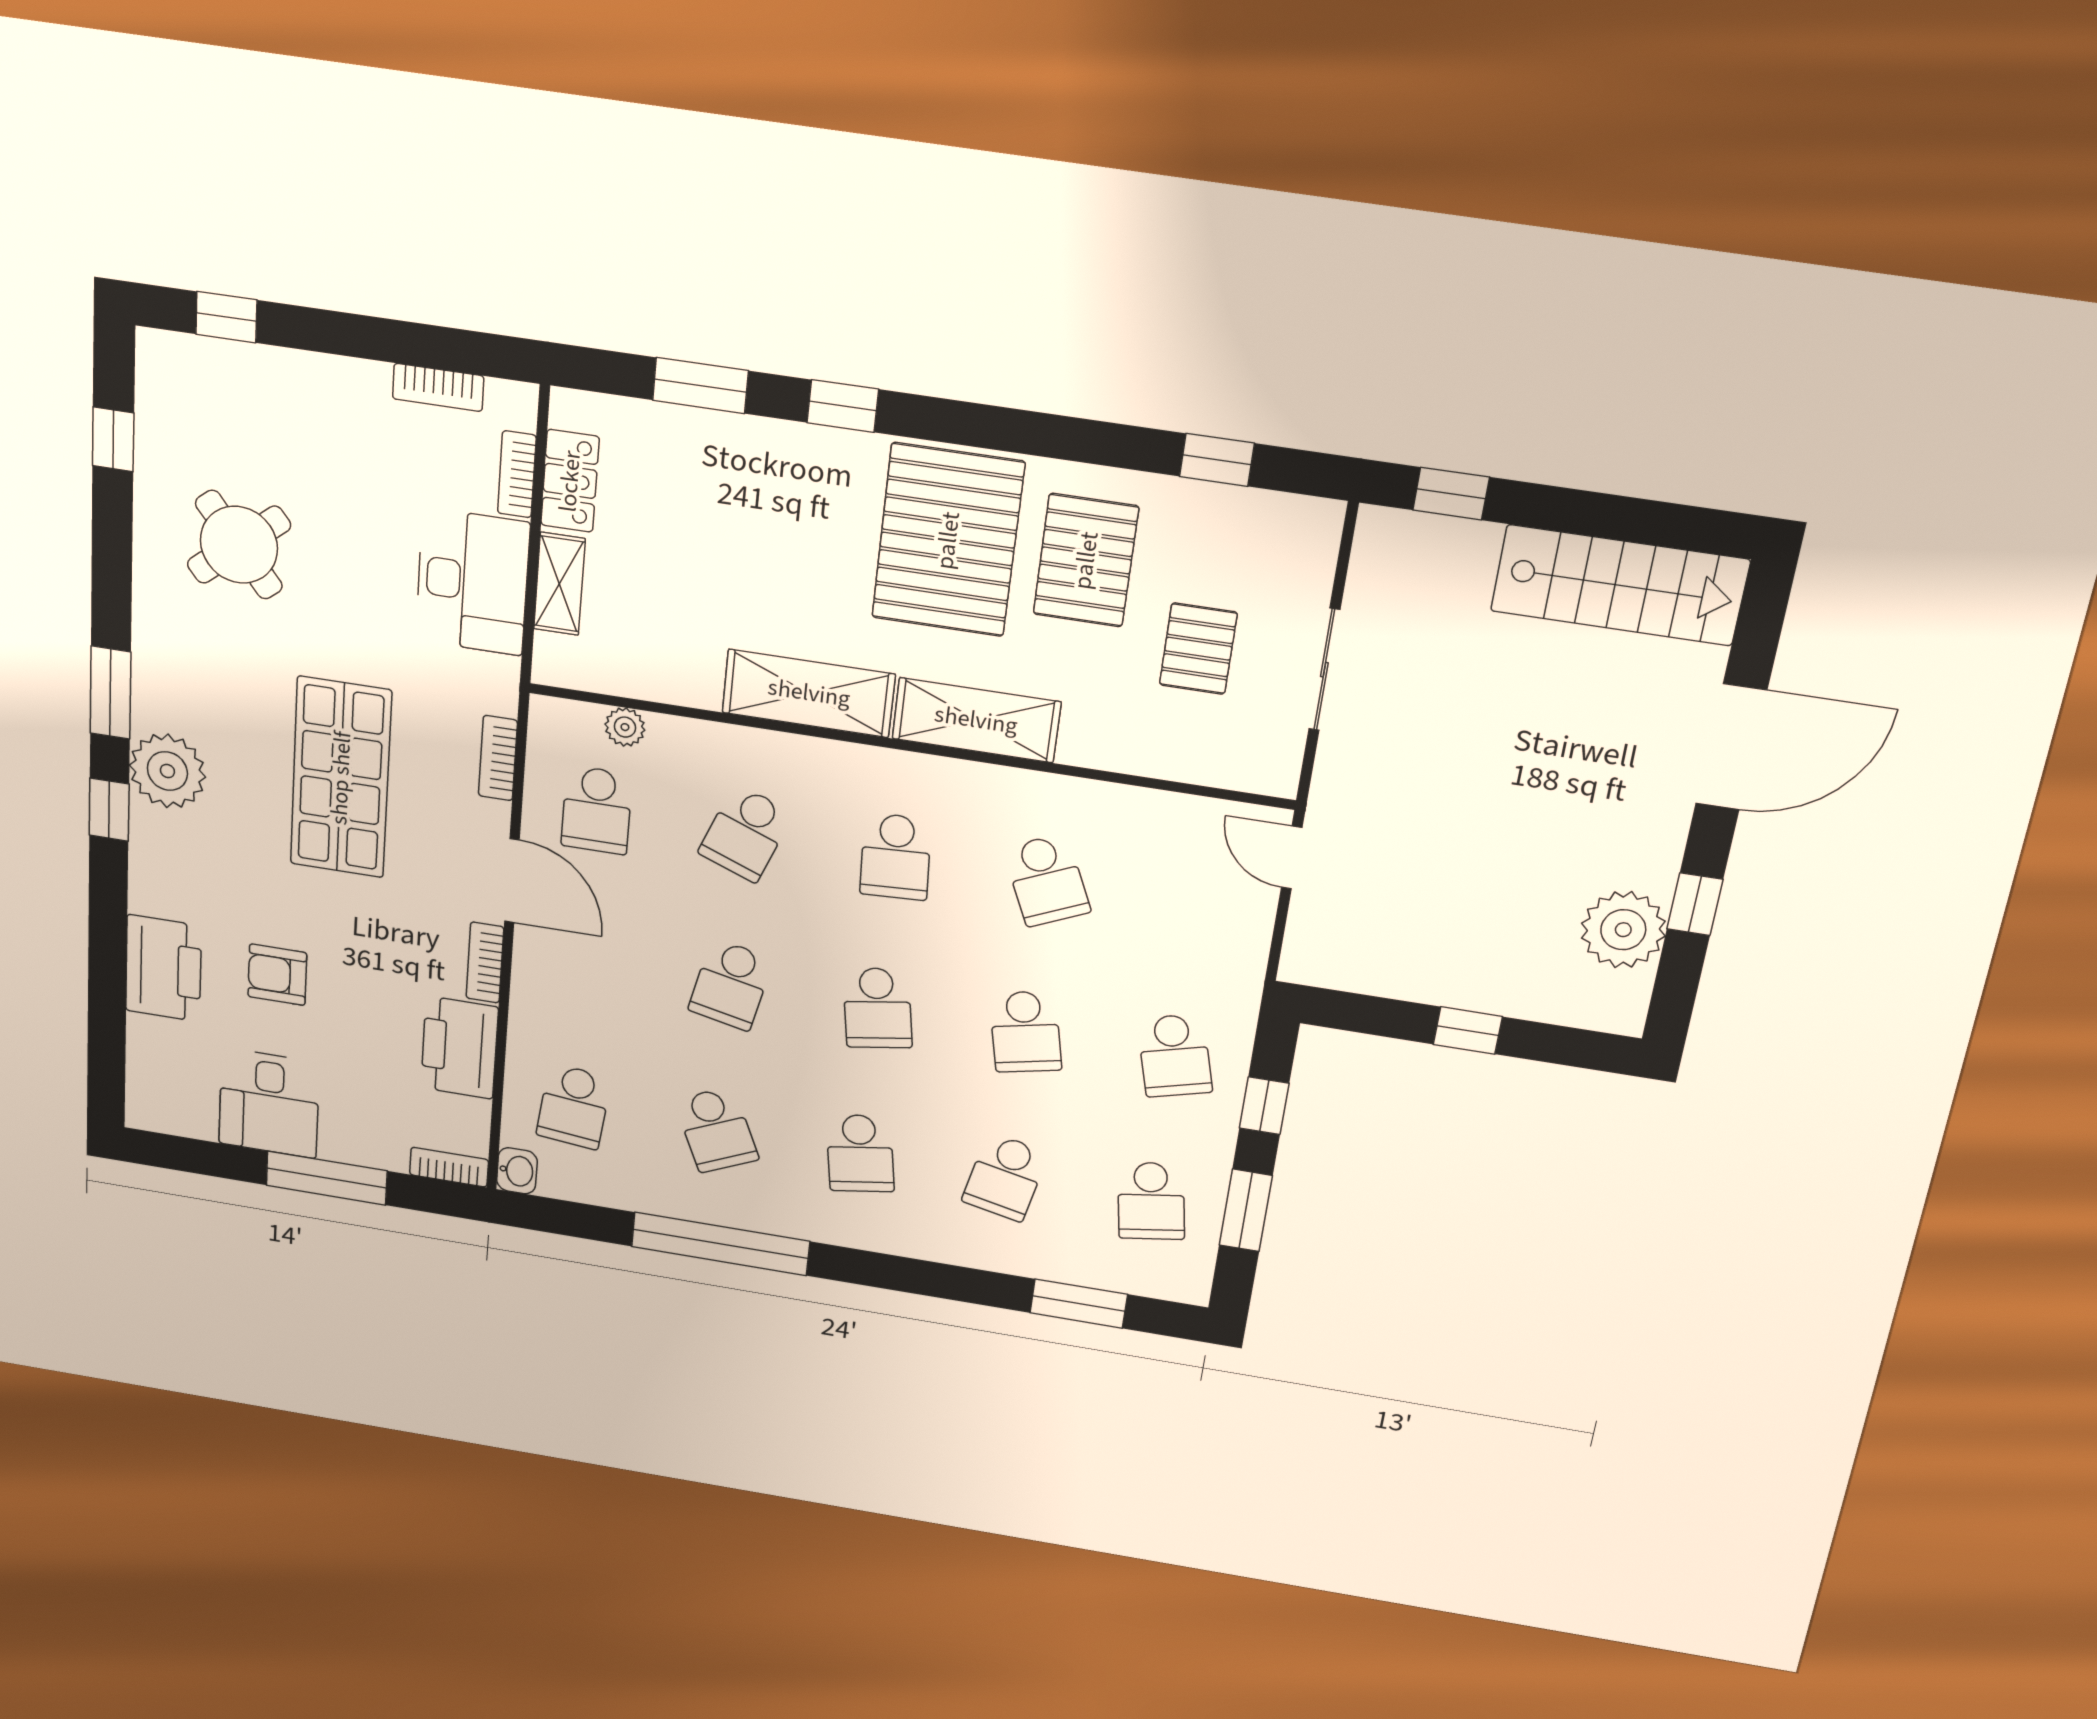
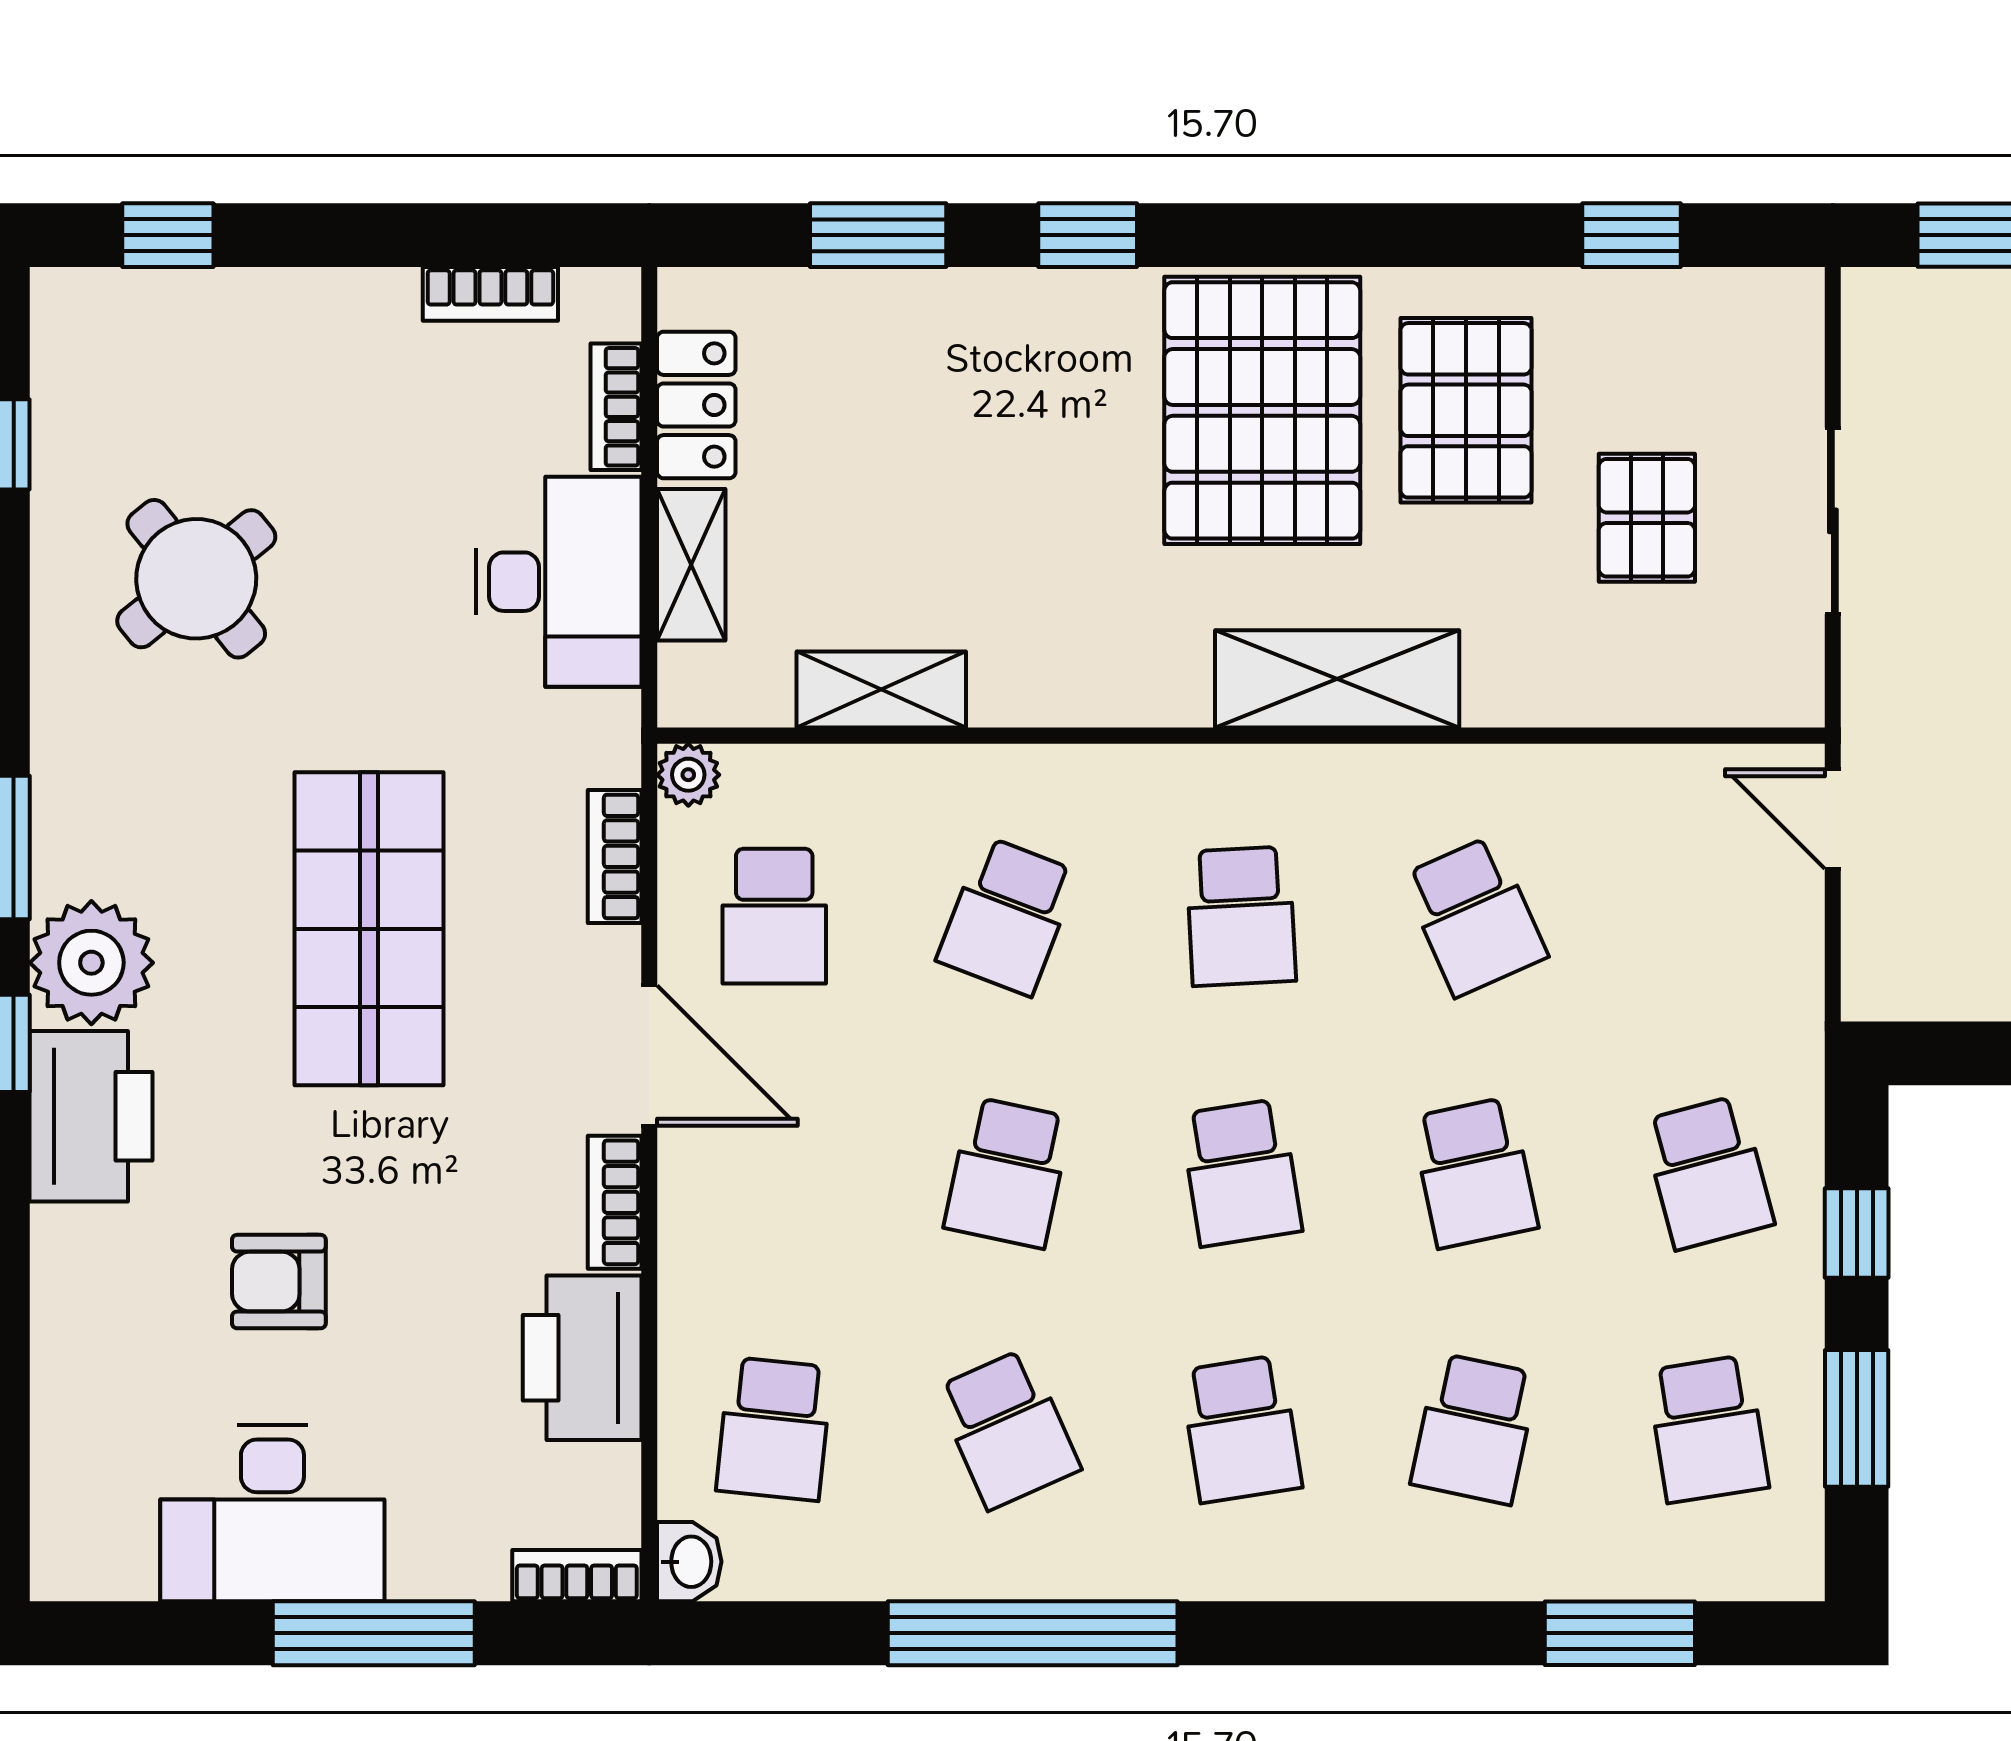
shelving: (809, 693) -> (881, 690), moved, width x0.67, depth x0.75
plant: (625, 727) -> (688, 775), moved
printer: (163, 968) -> (91, 1116), moved
desk: (269, 1103) -> (272, 1513), width x1.37

